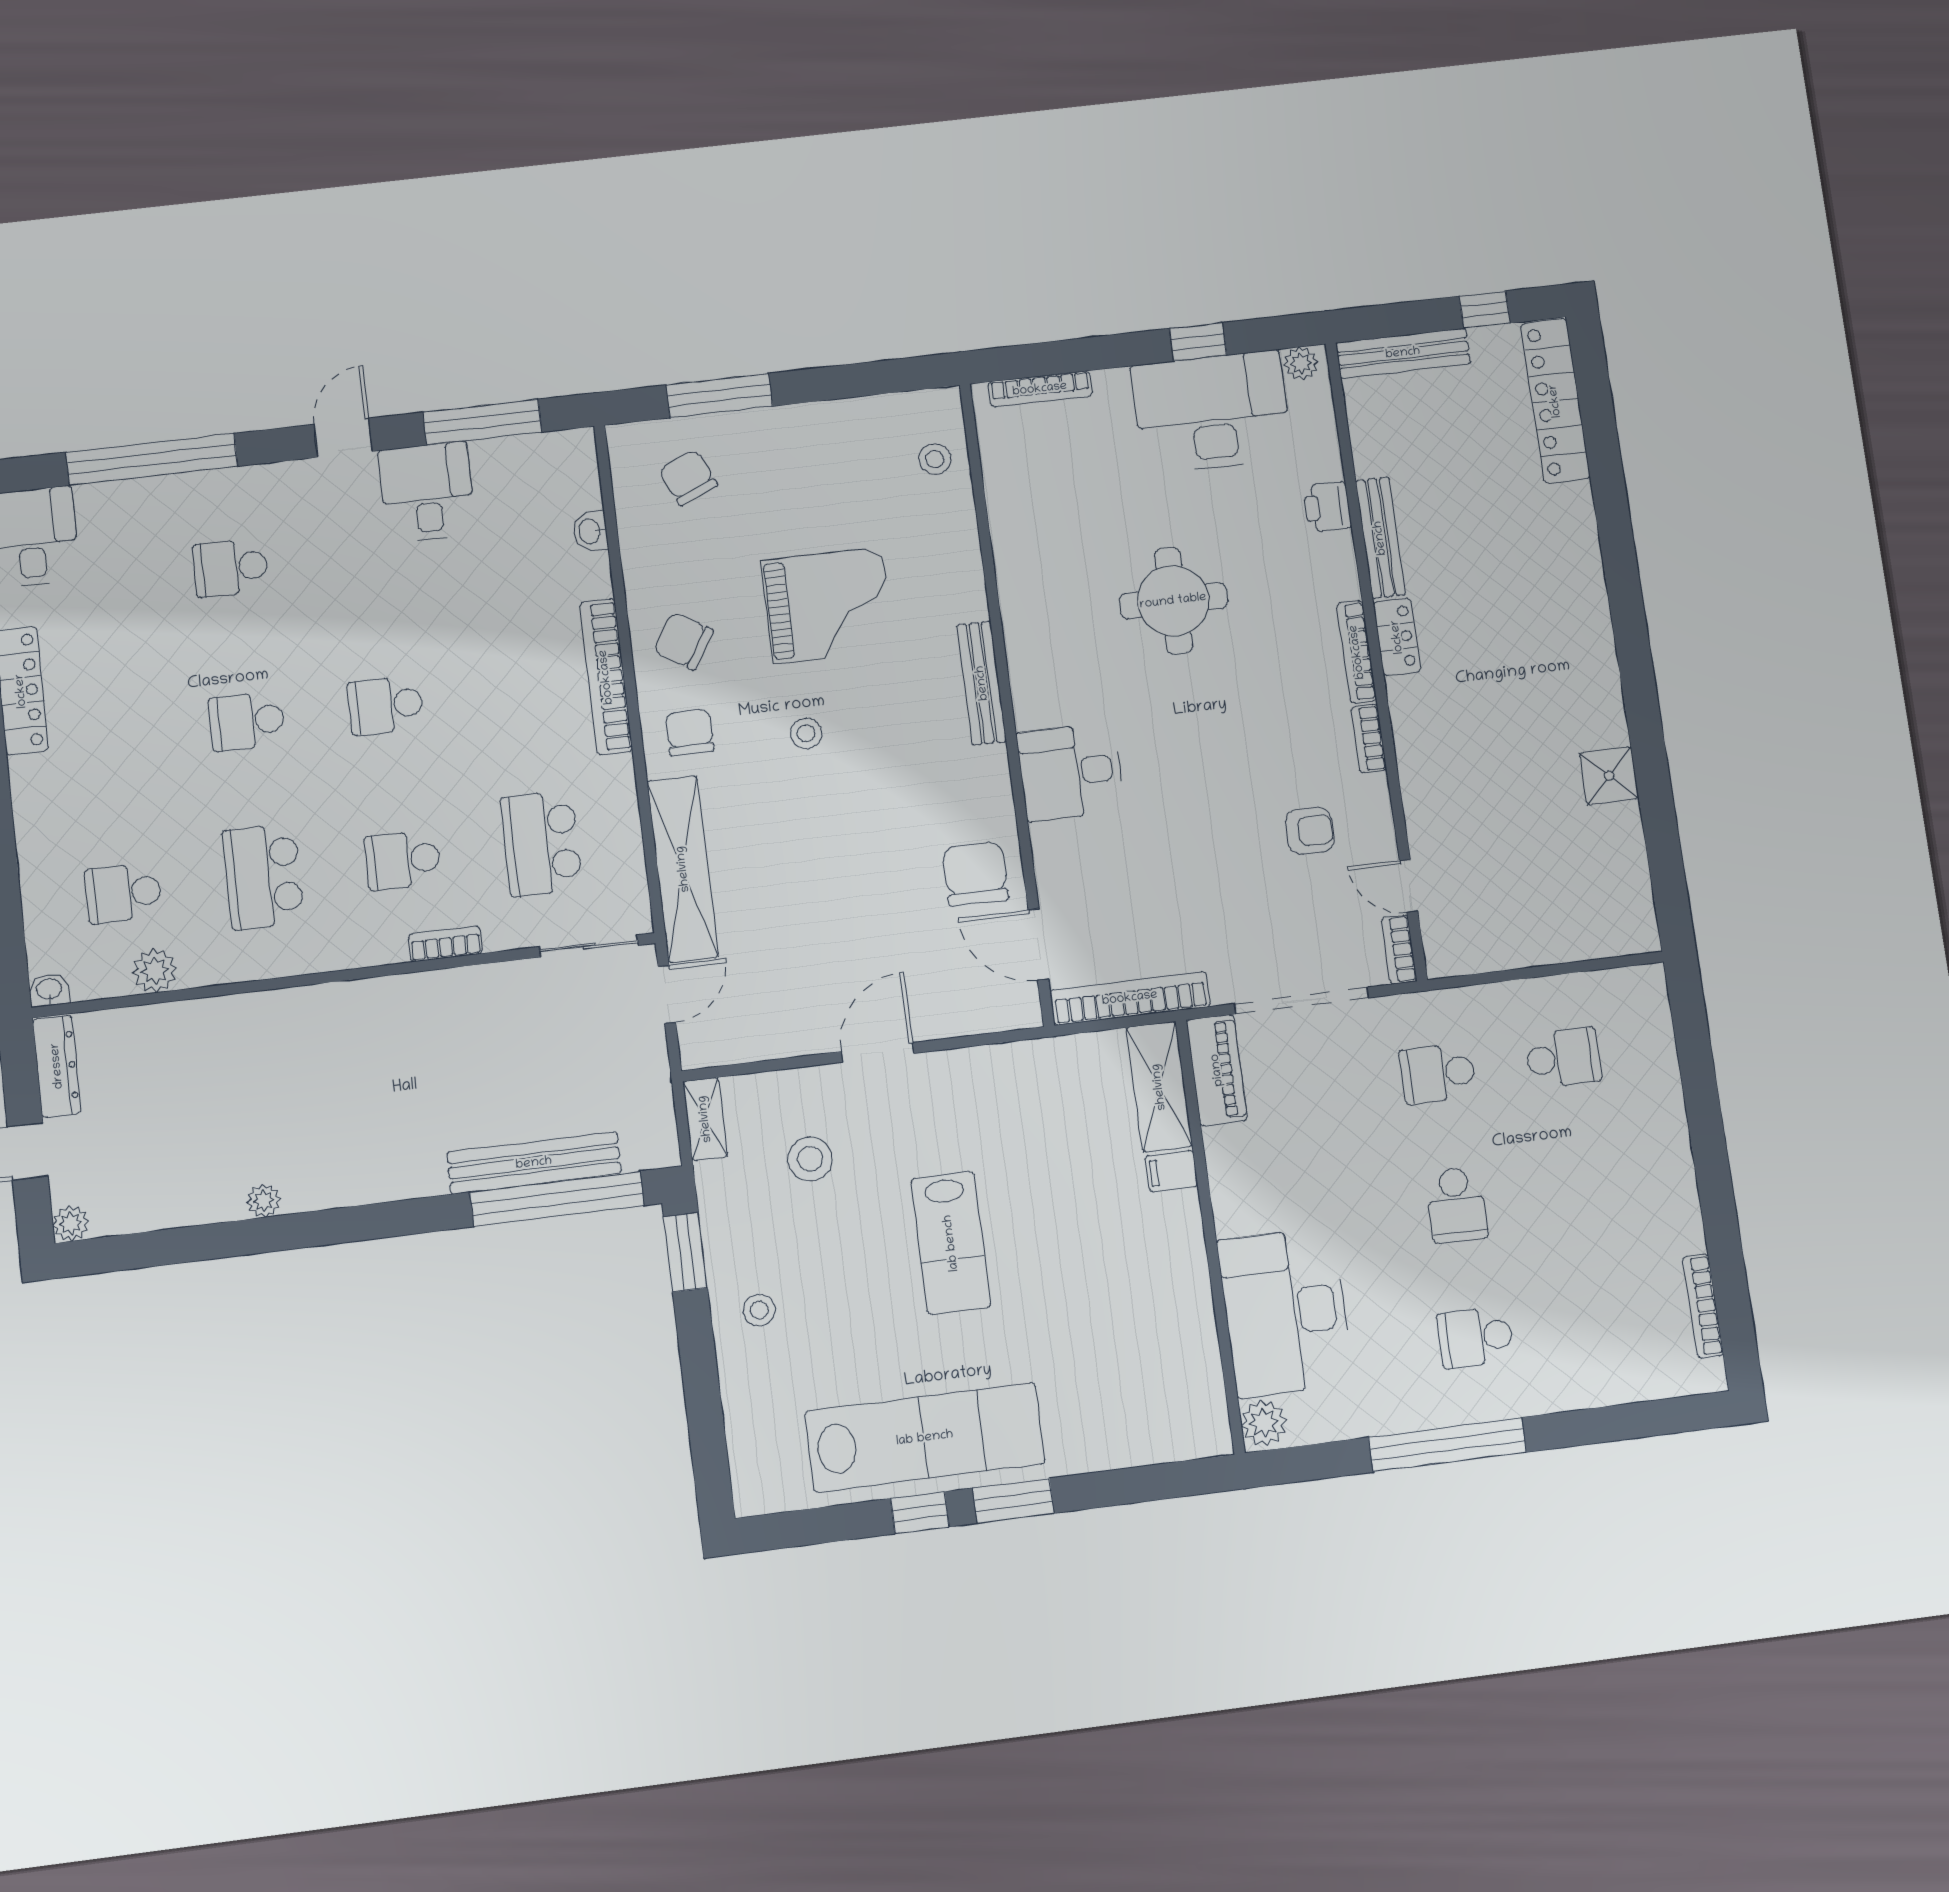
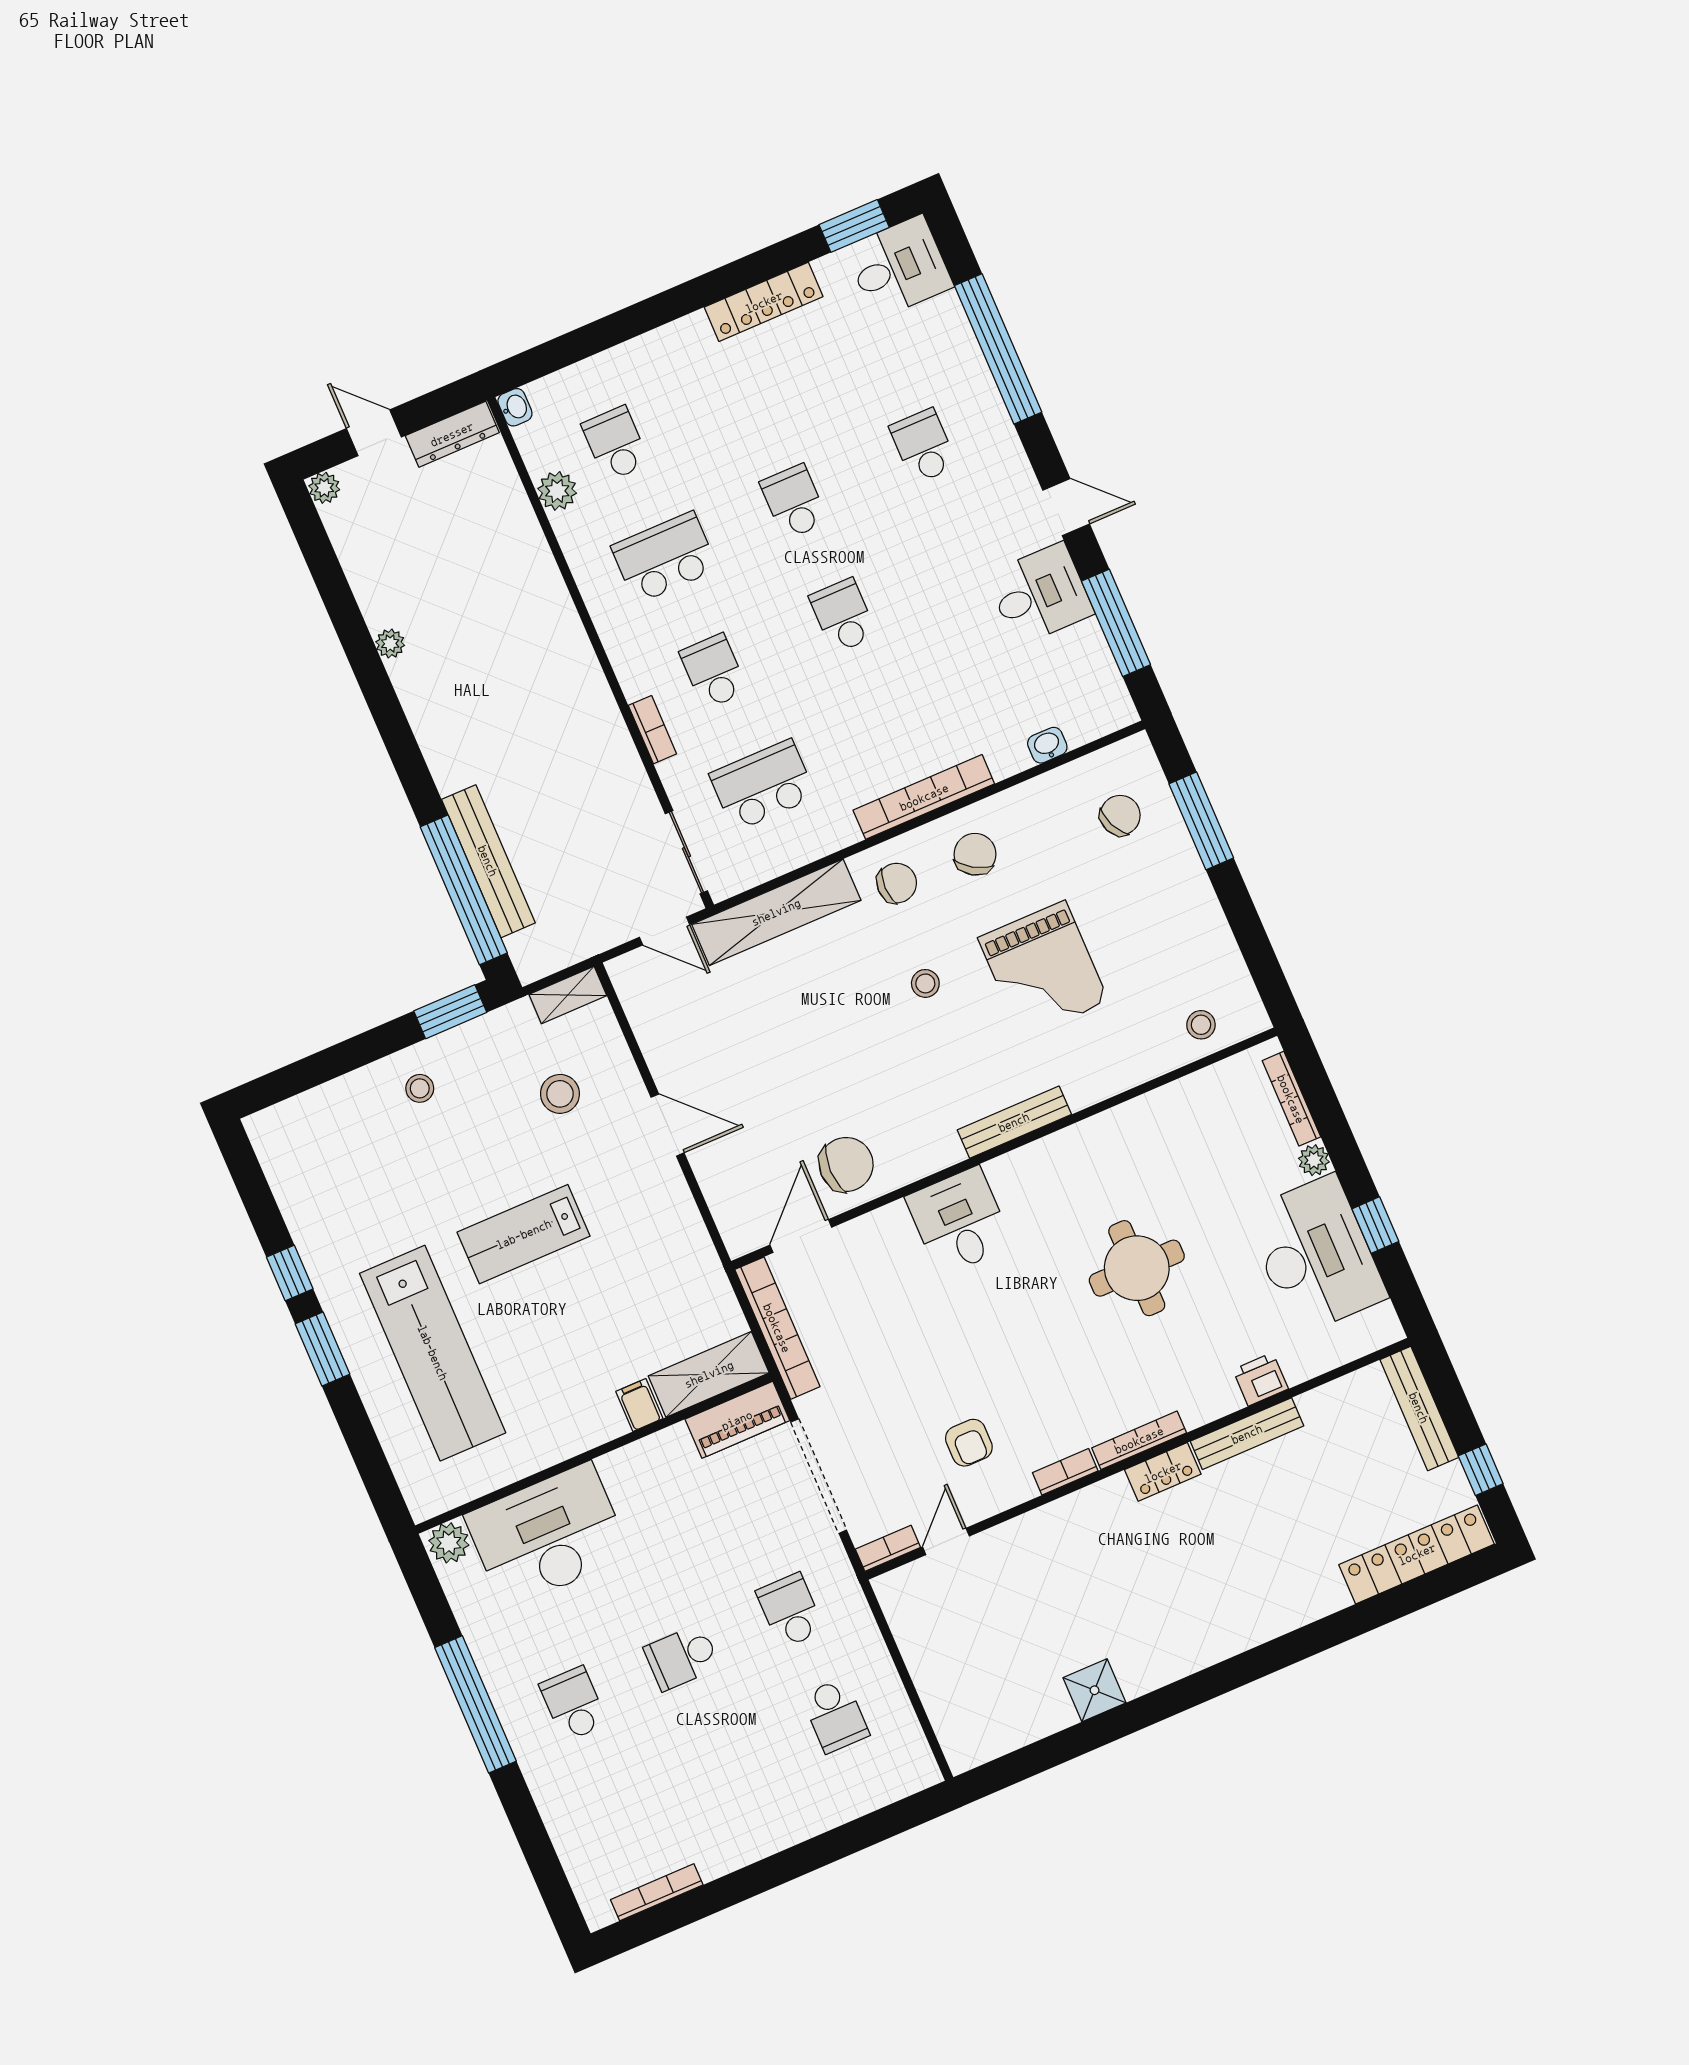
plant: (1301, 363) -> (1314, 1160), moved
lab bench: (925, 1438) -> (433, 1353), moved

